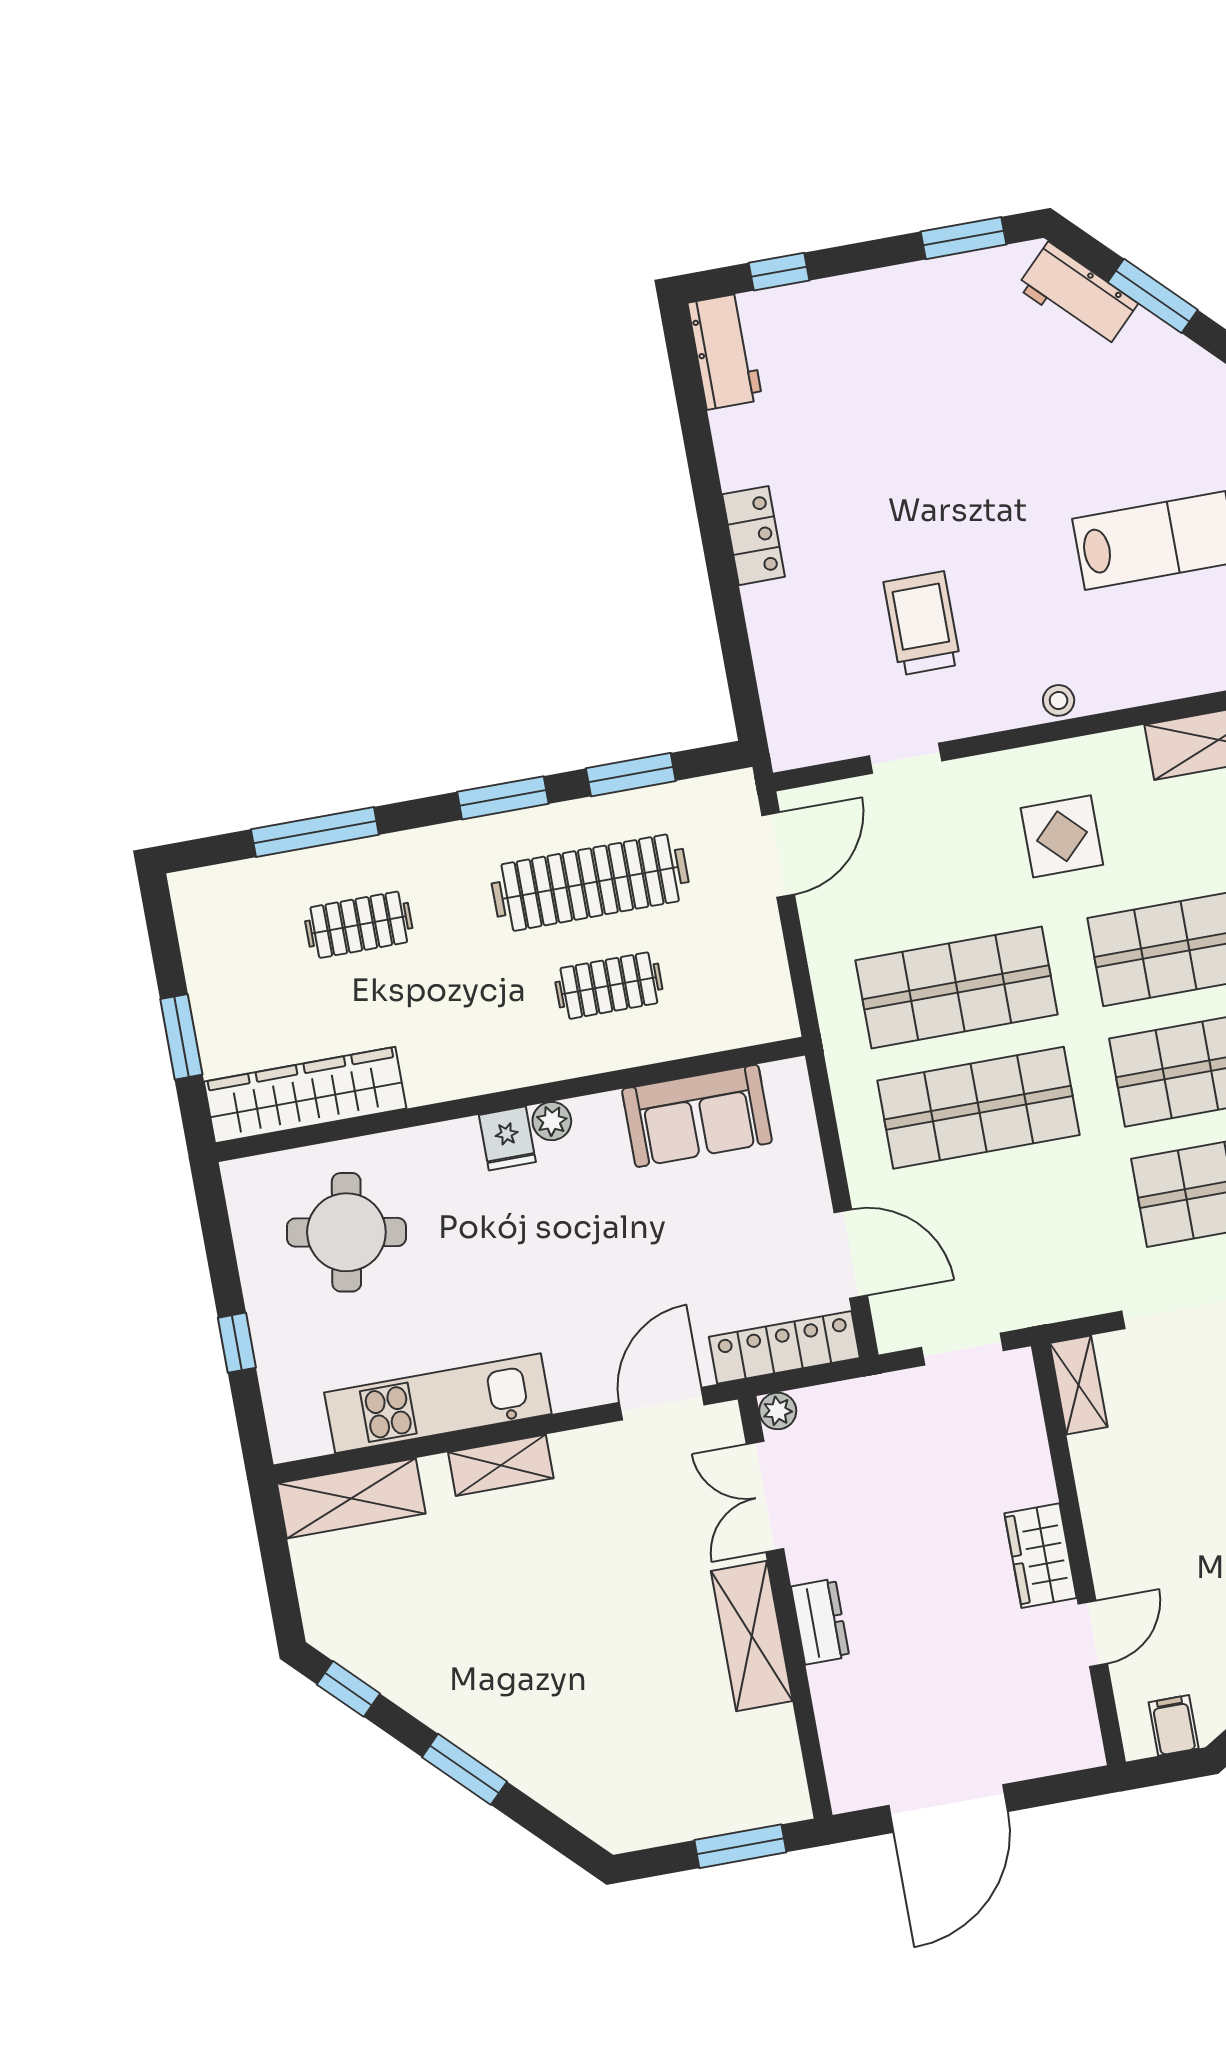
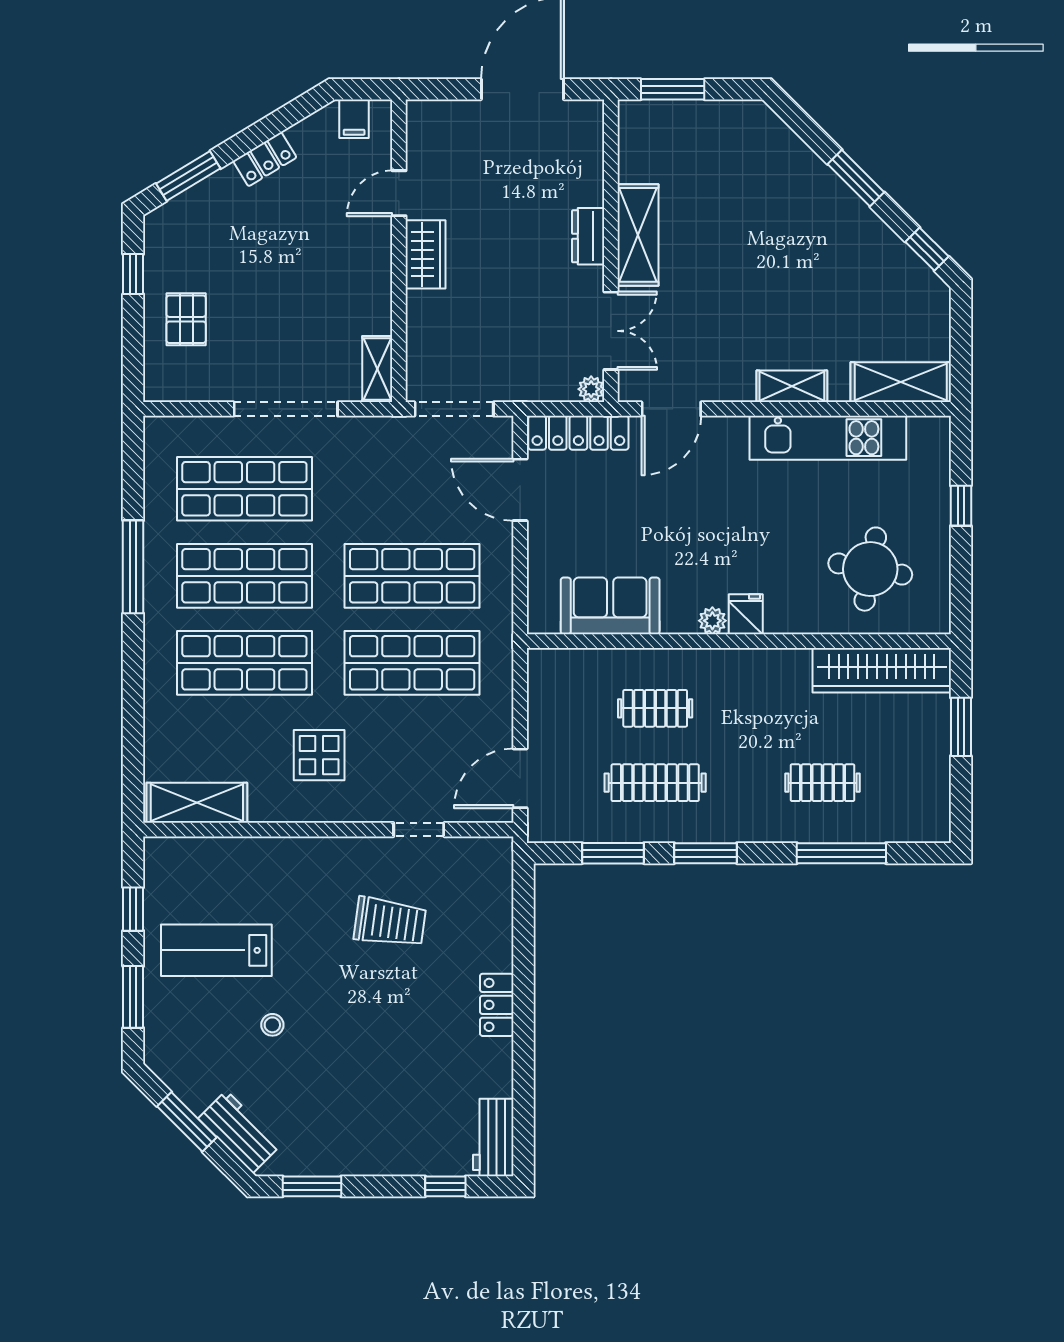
trolley: (922, 623) -> (390, 922), turned -82
stool: (1059, 700) -> (272, 1025), moved
clothes rail: (590, 883) -> (655, 783), width x0.73, depth x0.76
doorway: (962, 1349) -> (454, 409), width x1.38

